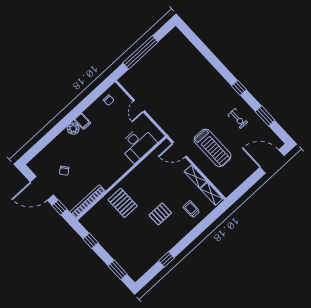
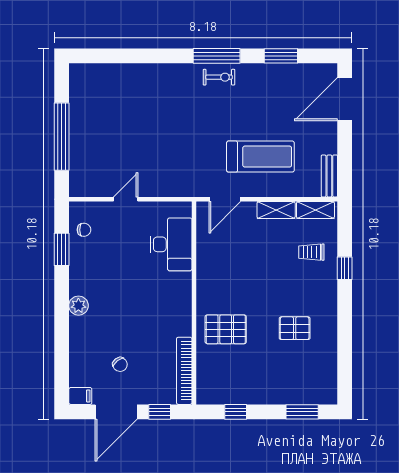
window: (239, 88) -> (217, 56), width x2.17
window: (91, 98) -> (62, 249), added
door: (139, 106) -> (126, 199), swing flipped
exercise bike: (238, 119) -> (219, 77), moved
filing cabinet: (83, 121) -> (80, 396), moved
bench: (232, 186) -> (329, 176), added
pallet: (160, 214) -> (295, 328), moved, turned 90
window: (166, 259) -> (345, 268), moved

